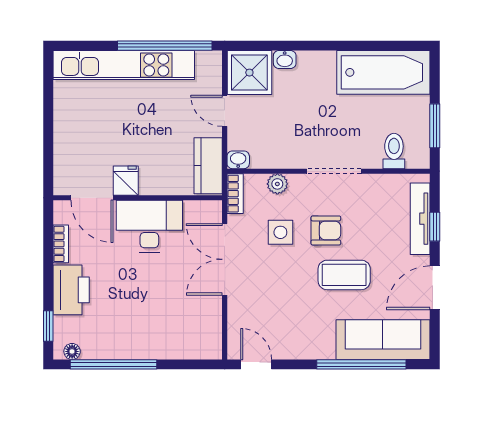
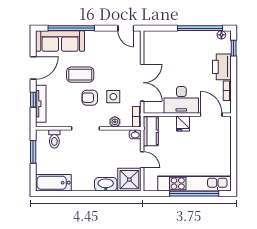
window: (165, 46) -> (194, 194), moved
washbasin: (285, 60) -> (106, 184), width x1.91, depth x1.45
bathtub: (383, 72) -> (53, 183), width x0.73, depth x0.73
fridge: (126, 181) -> (183, 124), moved

